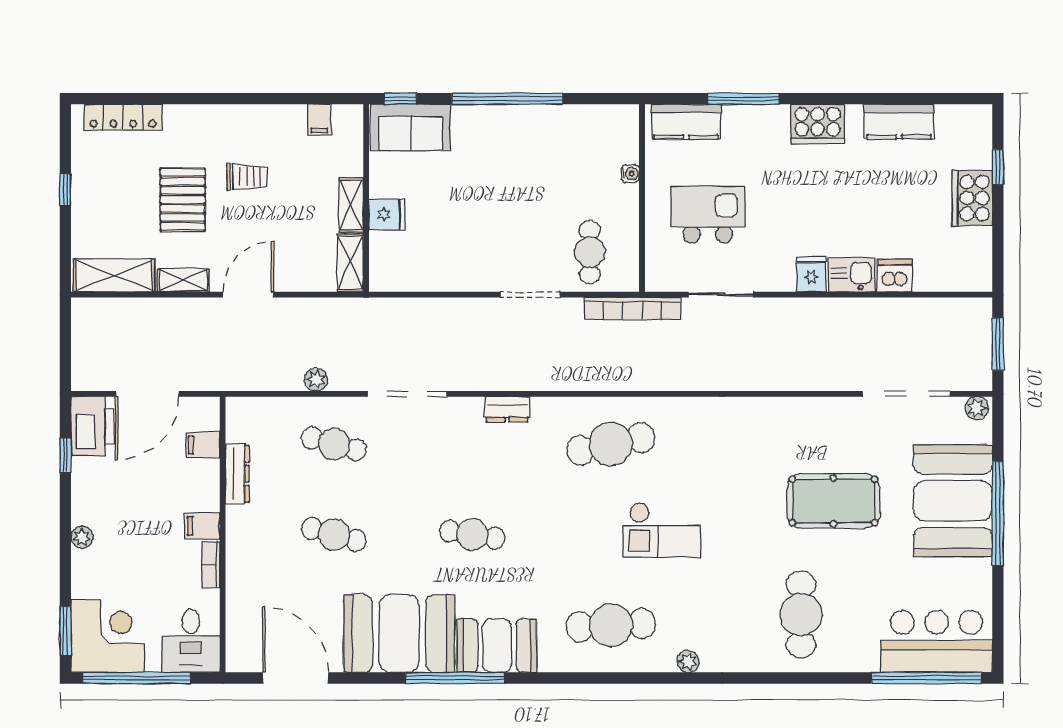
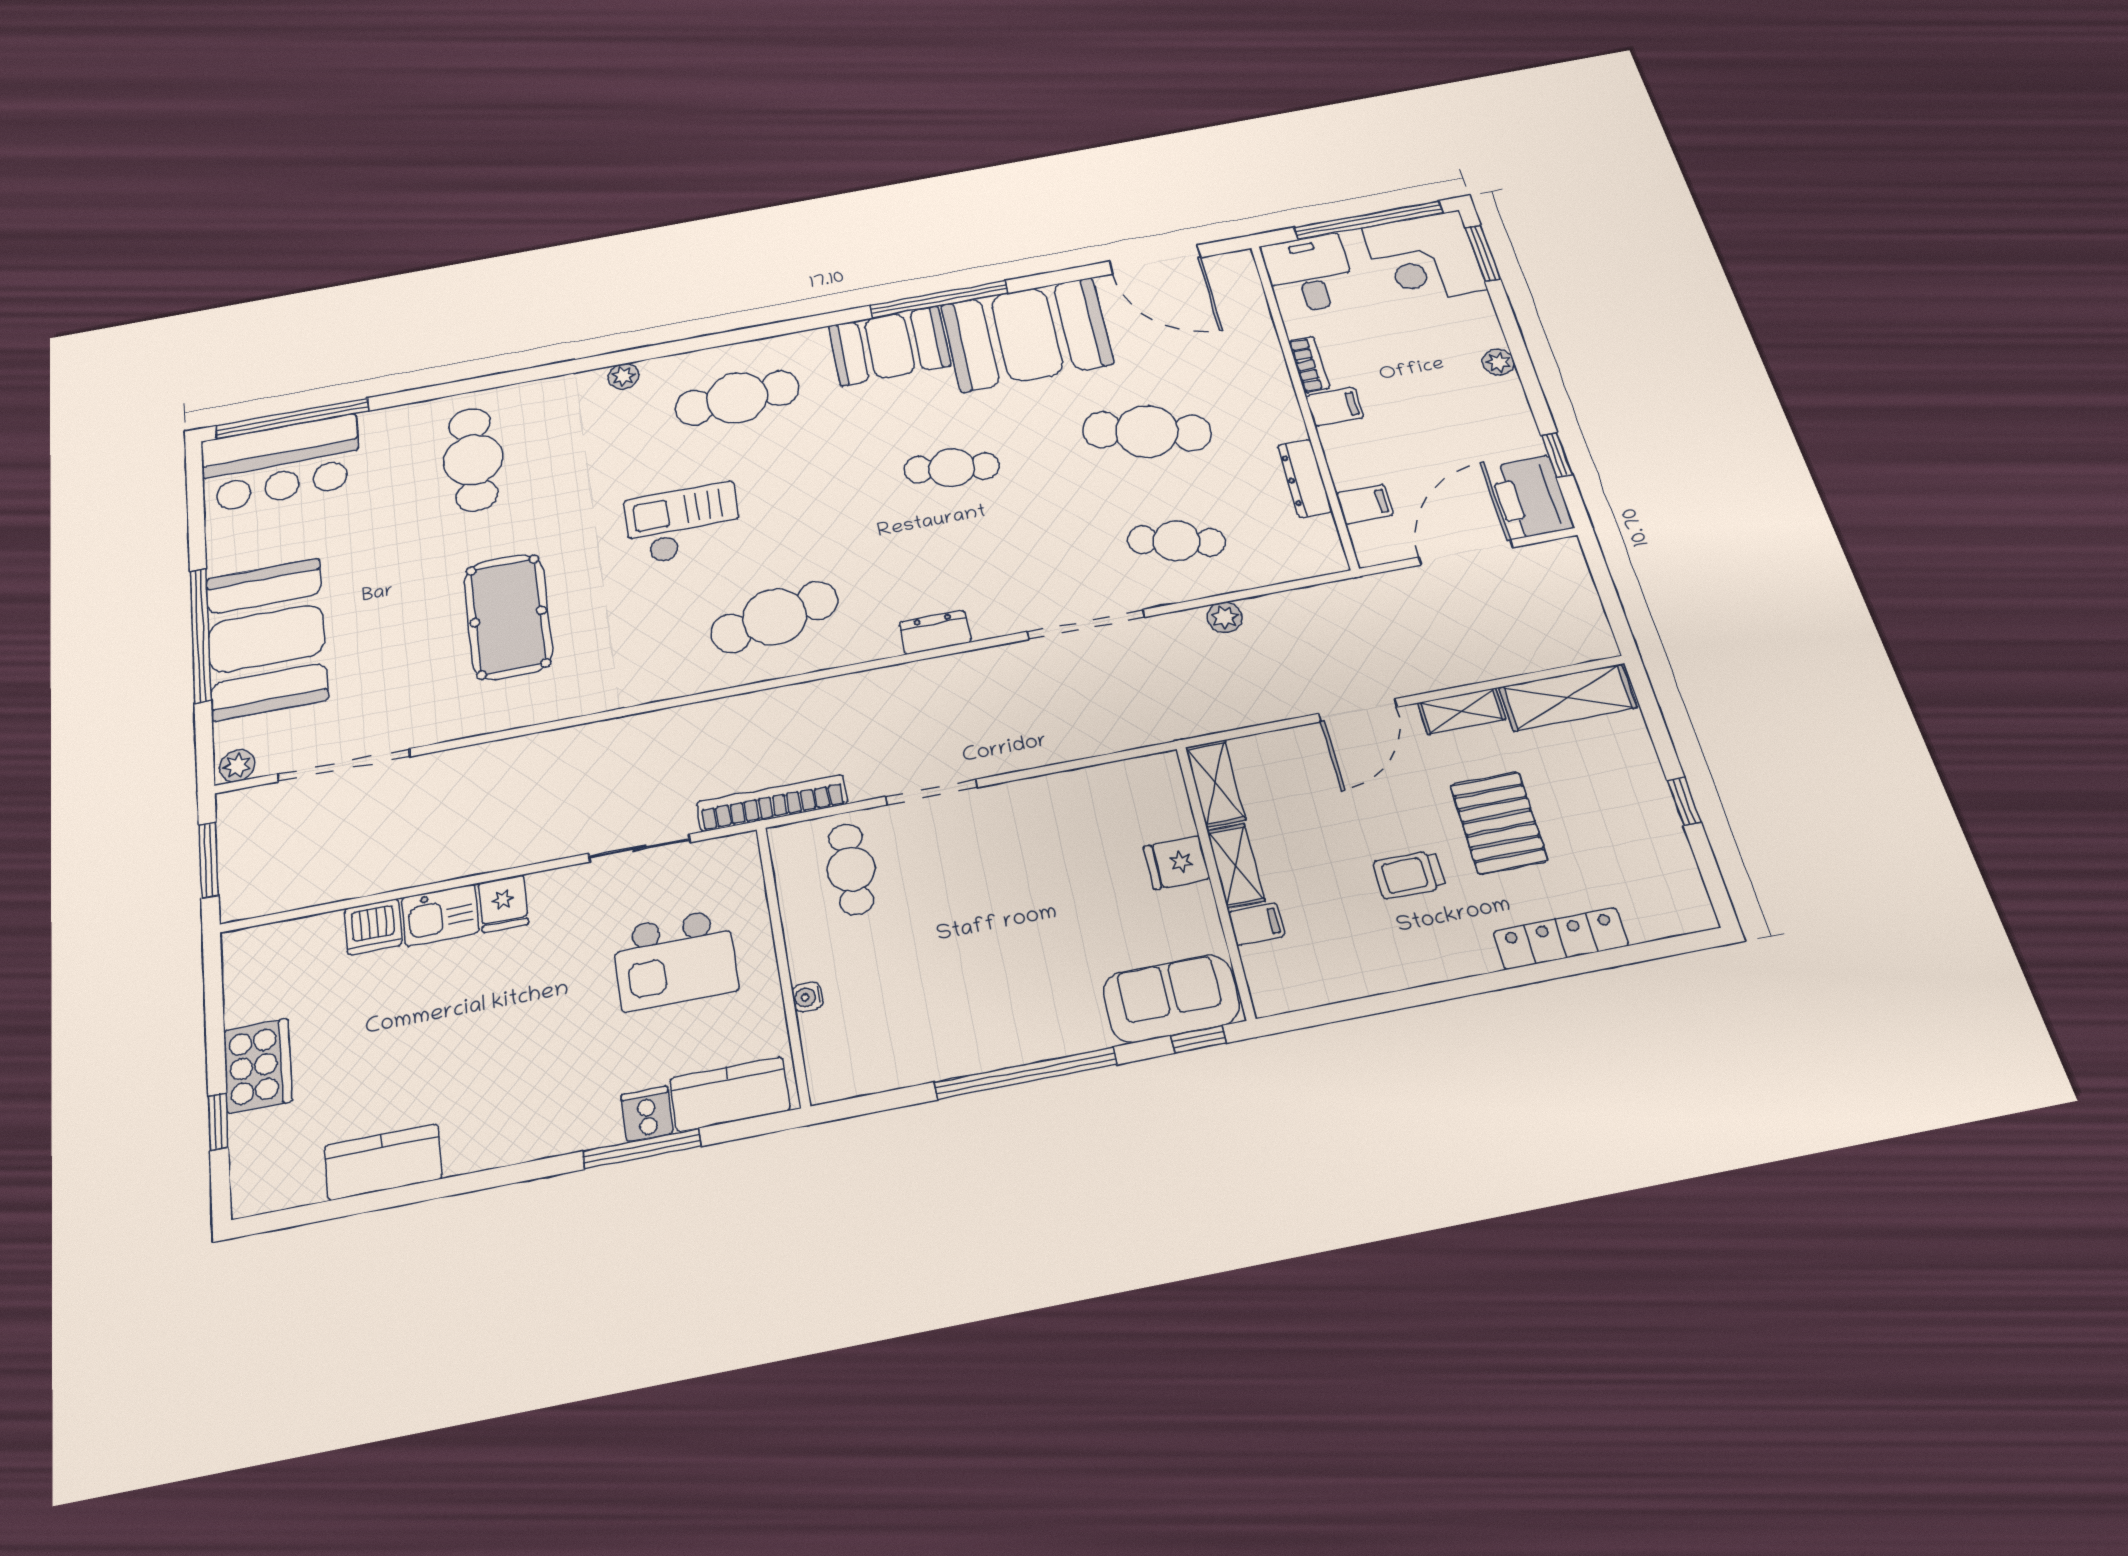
locker: (123, 117) -> (1561, 939), moved
filing cabinet: (319, 120) -> (1257, 924), moved, turned 90
cooker: (818, 124) -> (647, 1114), moved, width x0.53, depth x0.76
pool table: (833, 501) -> (508, 616), moved, turned 90
cafe table: (334, 535) -> (1147, 431), width x1.37, depth x1.35

